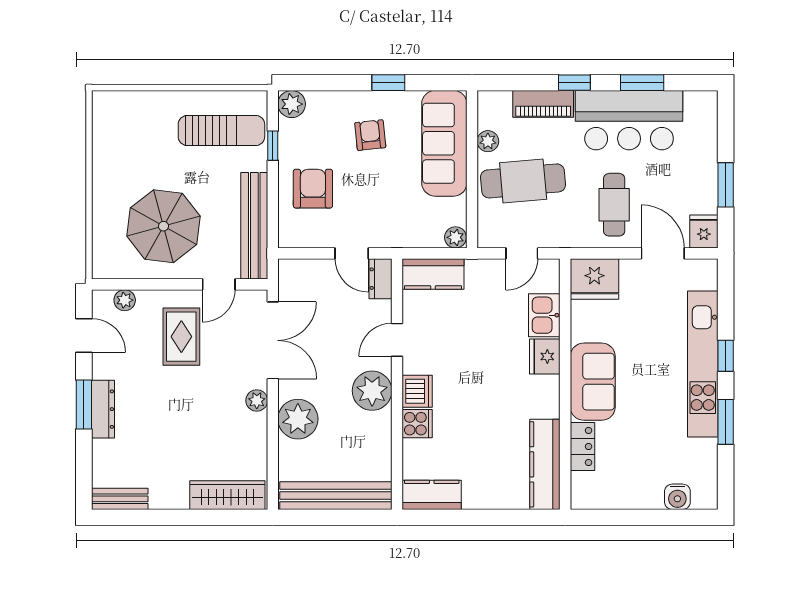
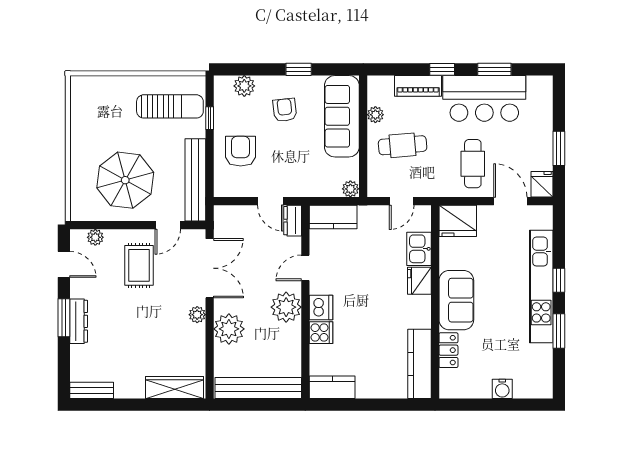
plant: (292, 104) -> (244, 86), moved
cafe table: (523, 181) -> (403, 145), width x0.73, depth x0.74
water cooler: (677, 497) -> (502, 389), moved

